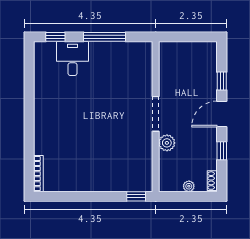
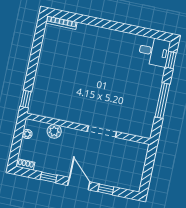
desk: (73, 59) -> (154, 52), moved
doorway: (156, 114) -> (102, 132), moved
plant: (167, 143) -> (54, 131), moved
plant: (189, 186) -> (27, 134), moved

